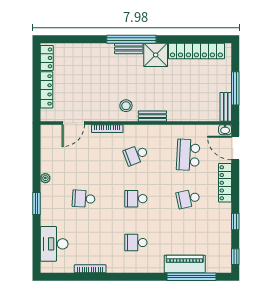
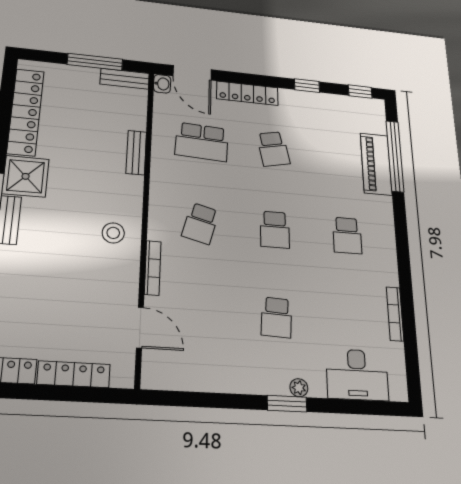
bench: (152, 116) -> (136, 153), moved
door: (235, 148) -> (192, 73), hinge flipped
school desk: (136, 155) -> (200, 223), turned 36
plant: (45, 178) -> (299, 388), moved

